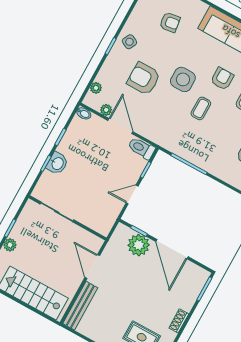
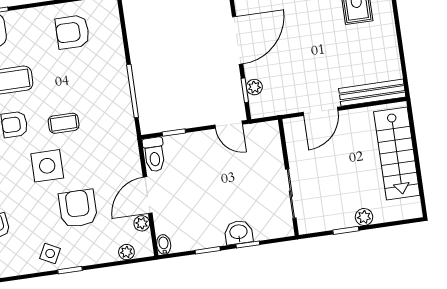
armchair: (144, 79) -> (78, 208), turned 180
door: (132, 195) -> (229, 125), moved
plant: (139, 245) -> (254, 87), width x0.53, depth x0.53

